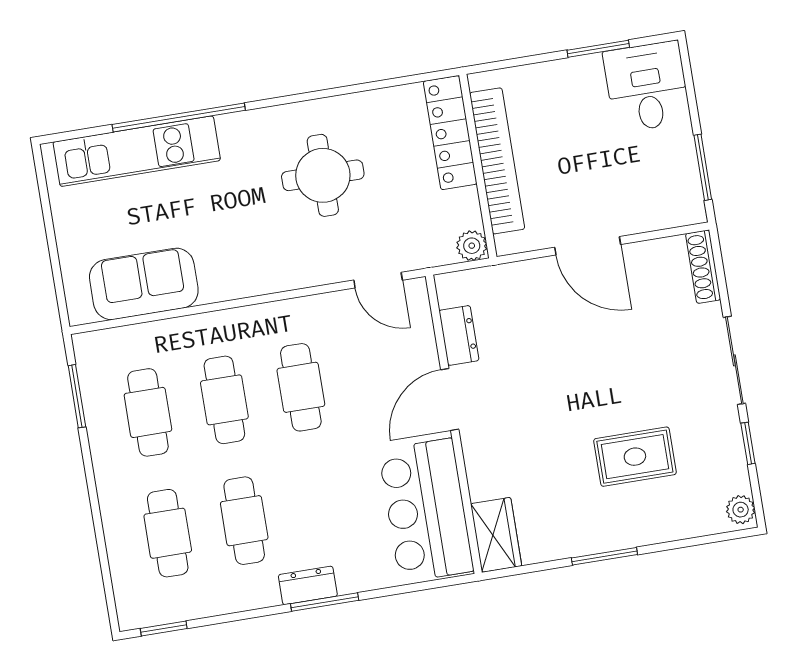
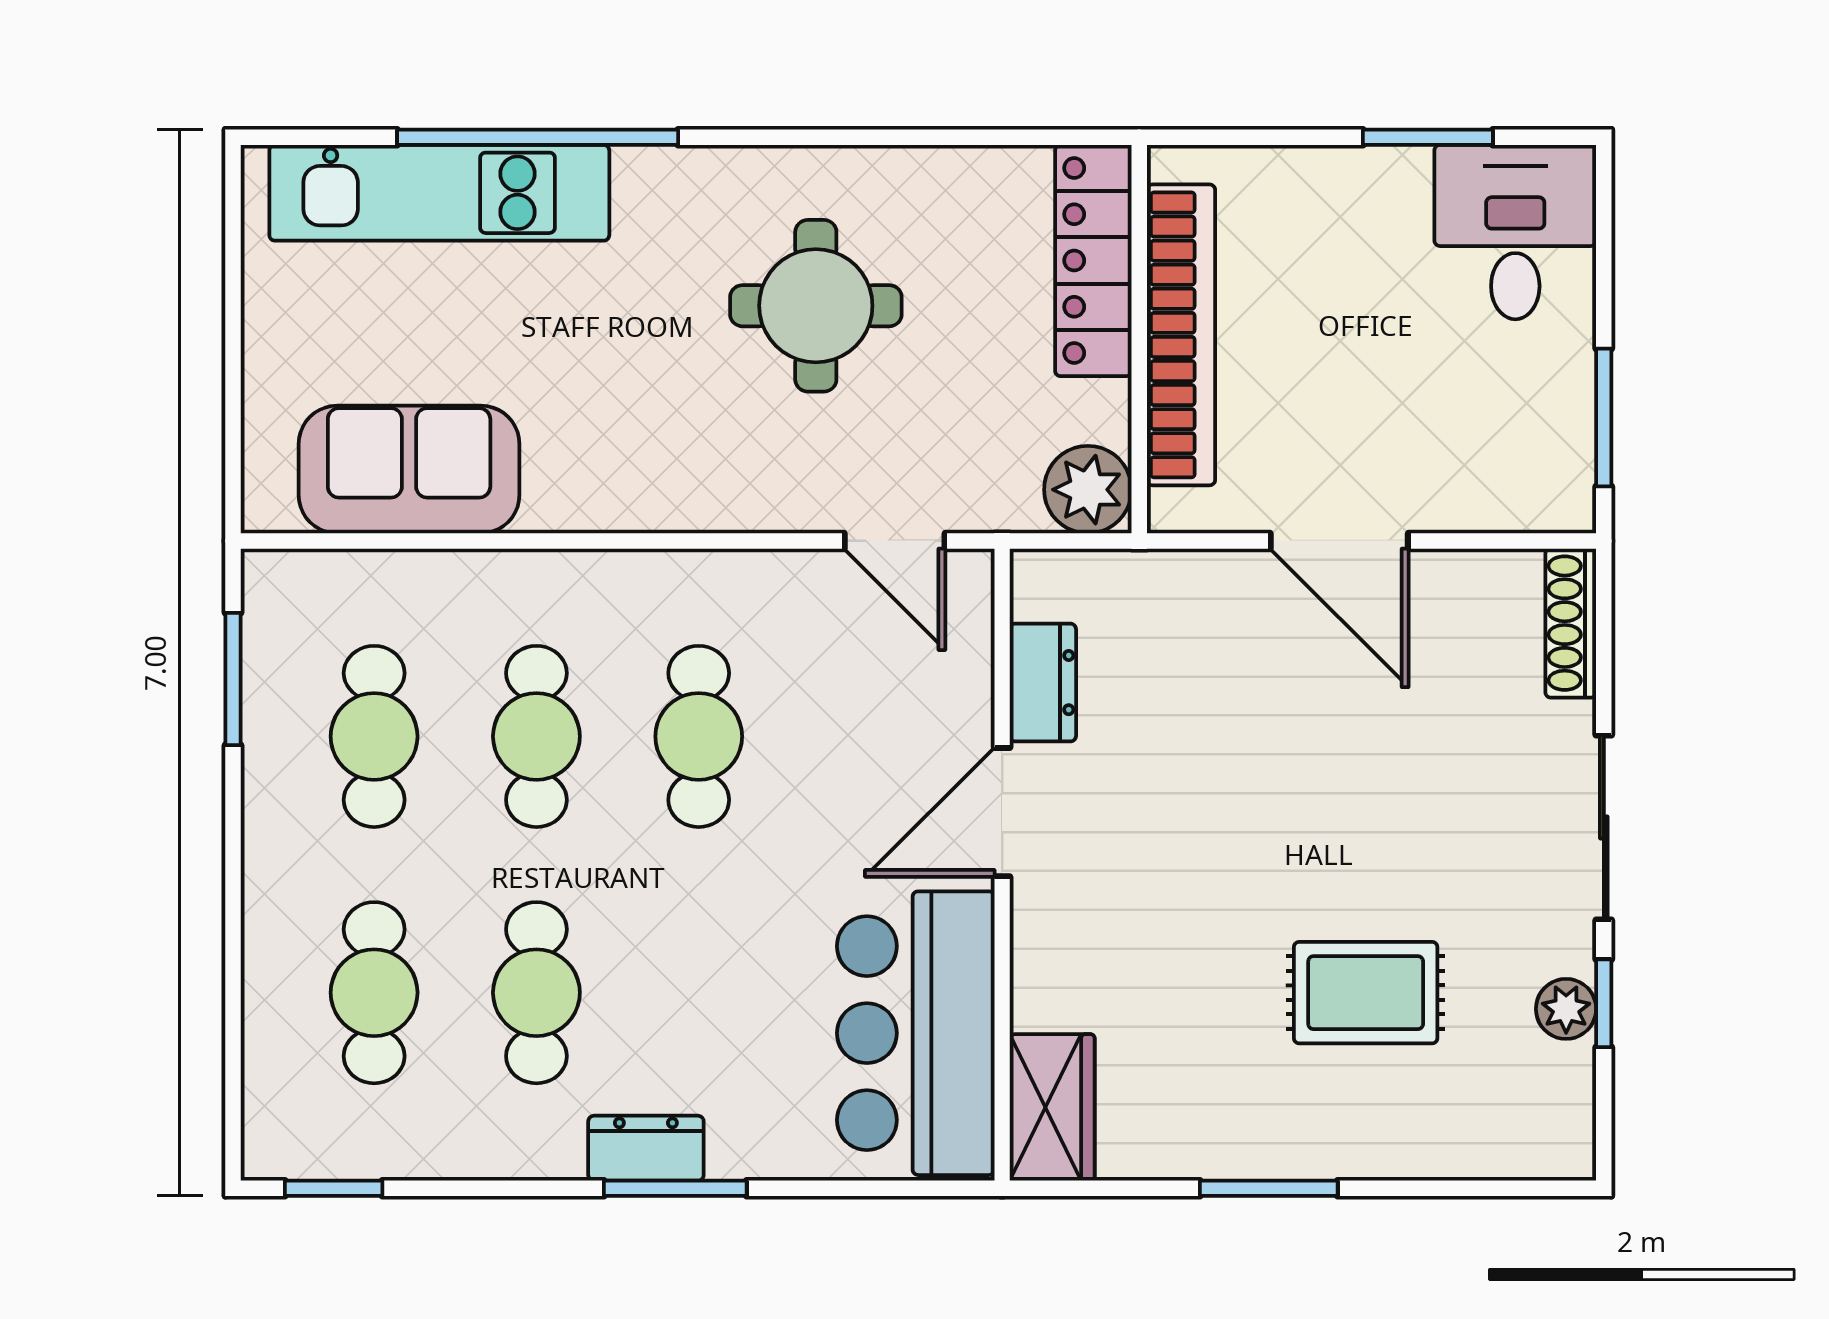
plant: (472, 246) -> (1088, 490), width x1.38, depth x1.38
plant: (741, 510) -> (1566, 1009), moved

